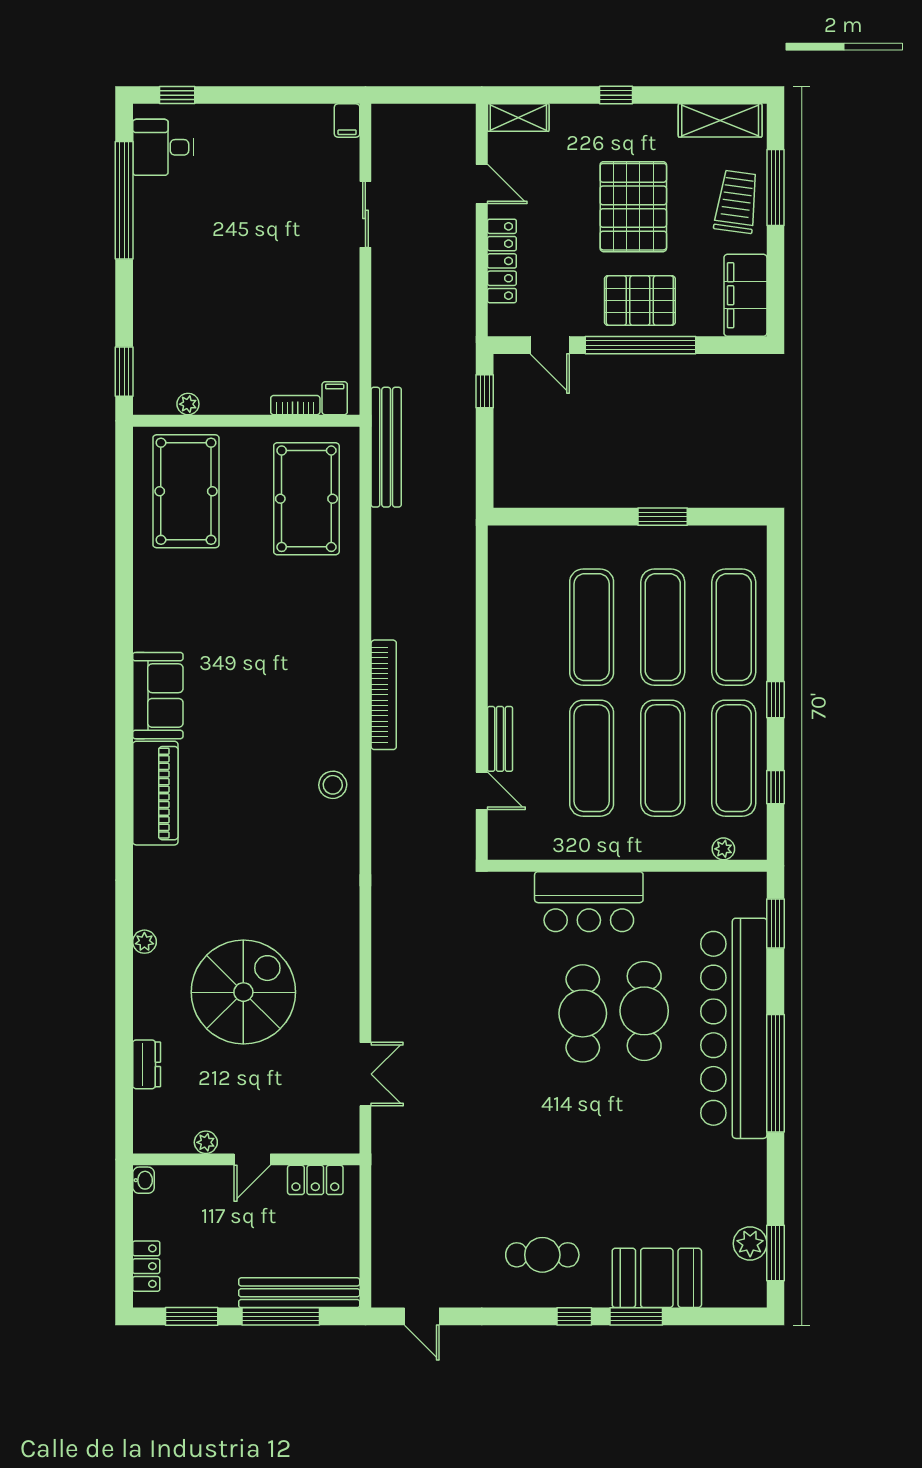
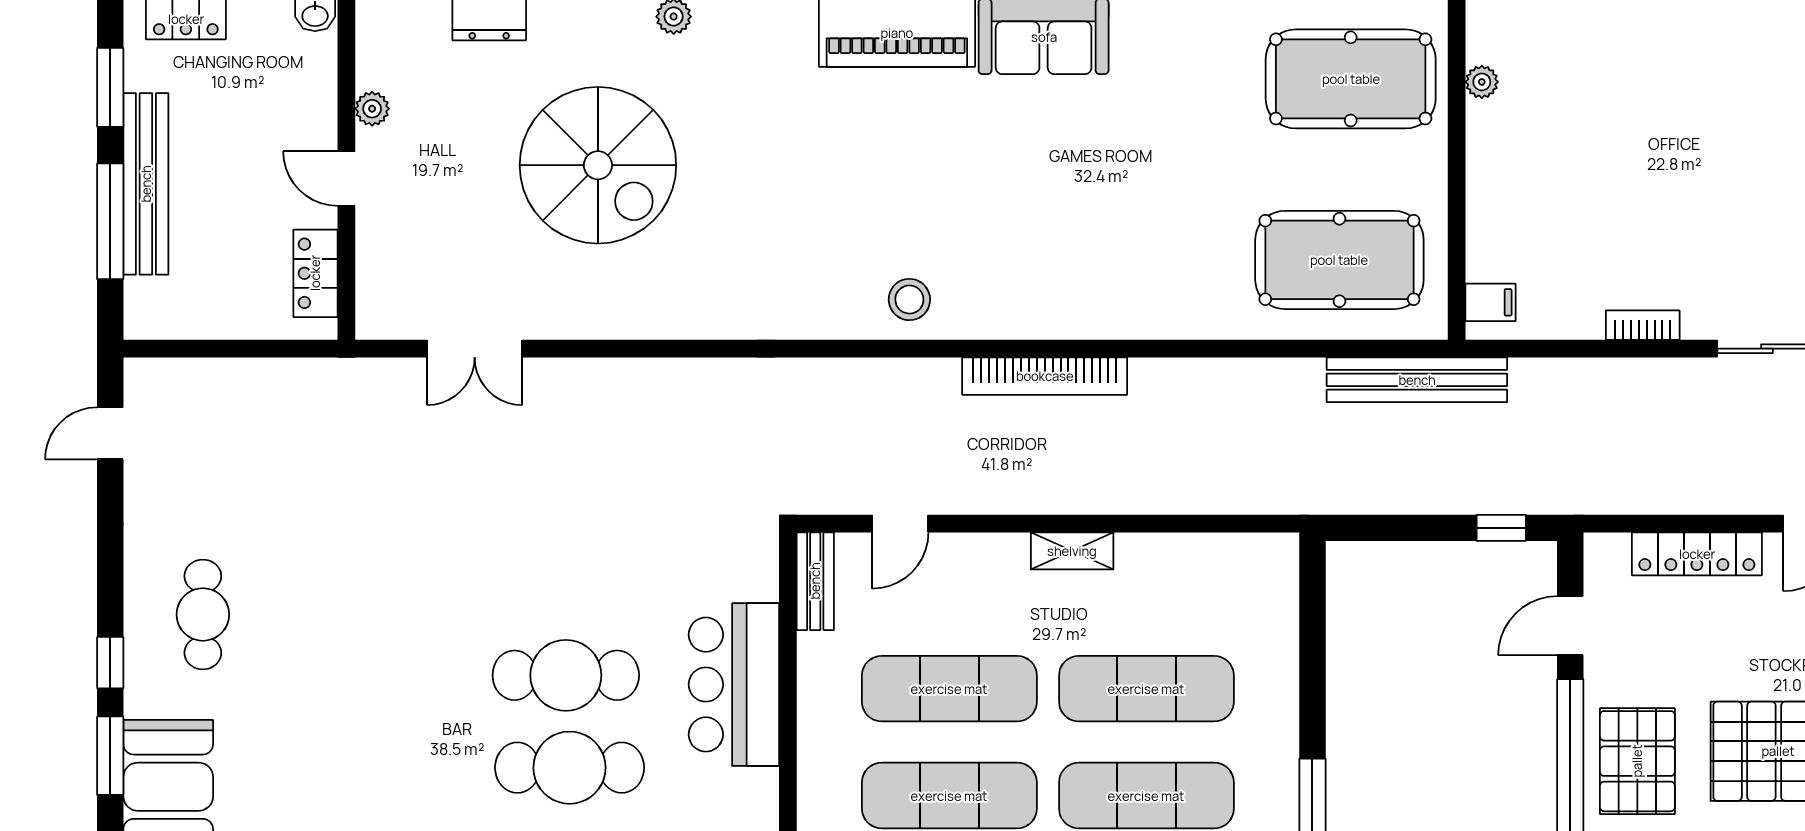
bookcase: (295, 405) -> (1643, 325), moved, turned -90
shelving: (500, 677) -> (1072, 551), added
bench: (500, 739) -> (815, 581), moved, turned 90
bench: (299, 1293) -> (146, 184), moved

